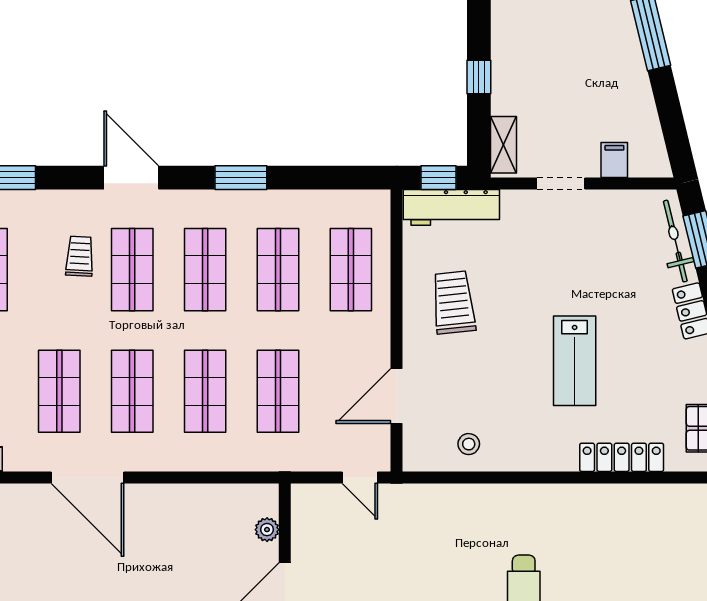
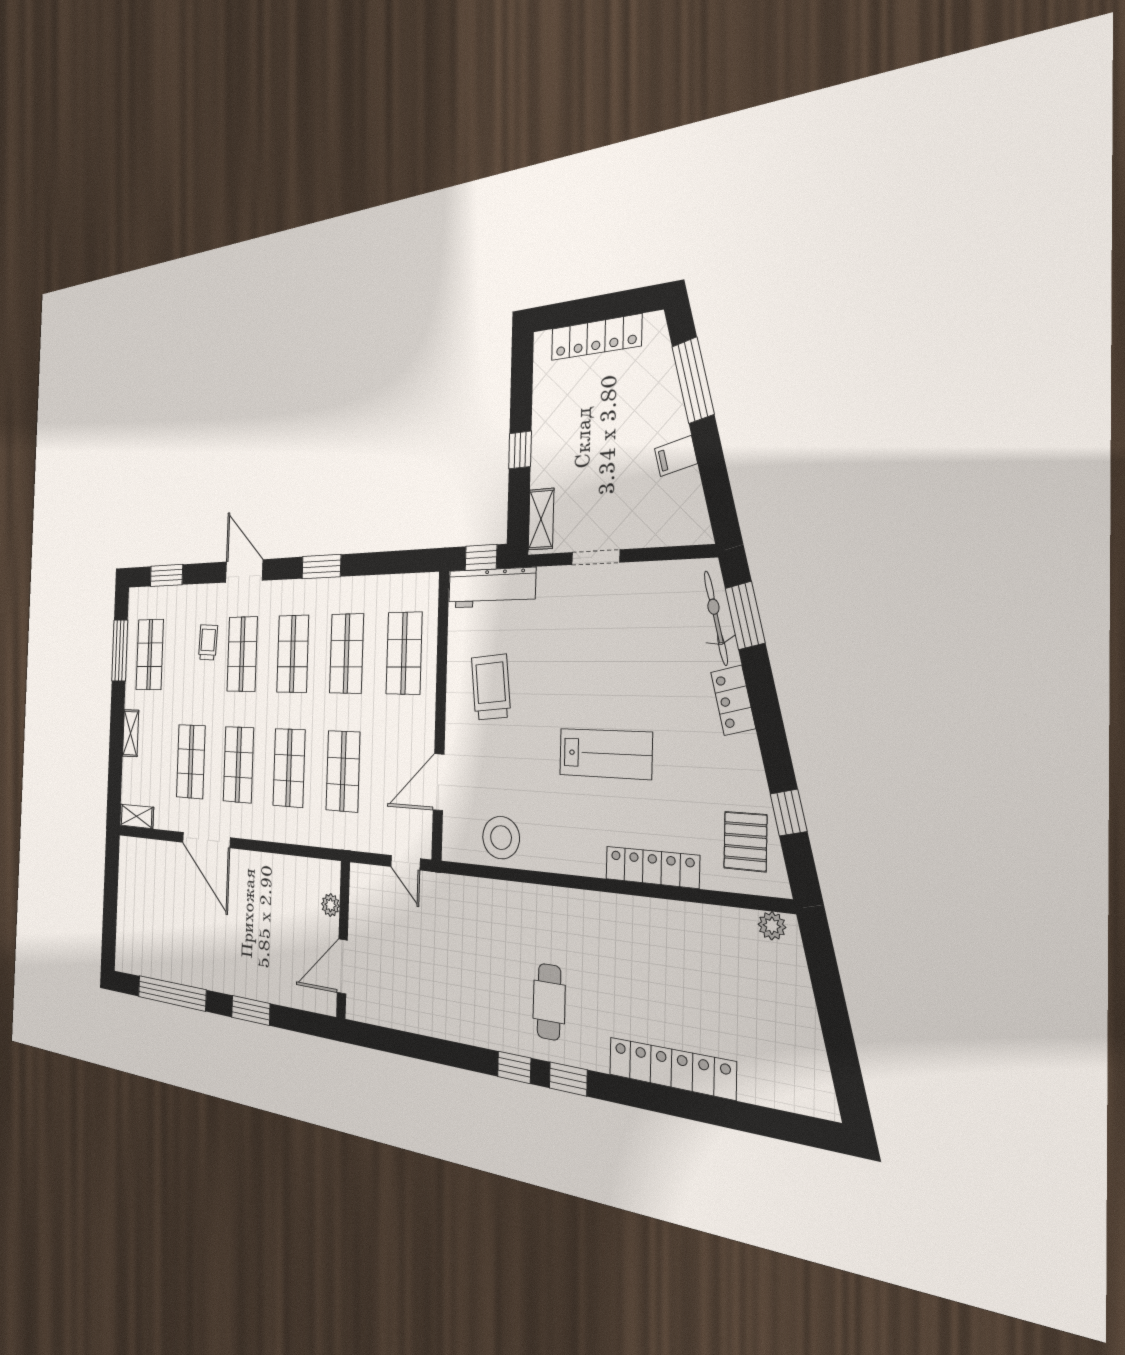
filing cabinet: (614, 160) -> (676, 456), moved, turned -104
lab bench: (575, 361) -> (605, 754), turned -90
stool: (469, 444) -> (501, 838), width x1.89, depth x1.89

